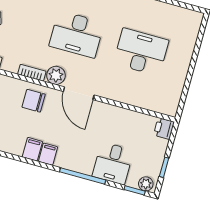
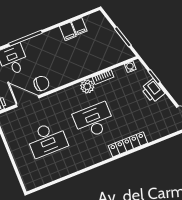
door: (79, 93) -> (28, 101), moved
chair: (34, 101) -> (41, 83), moved
filing cabinet: (48, 154) -> (79, 26), moved

